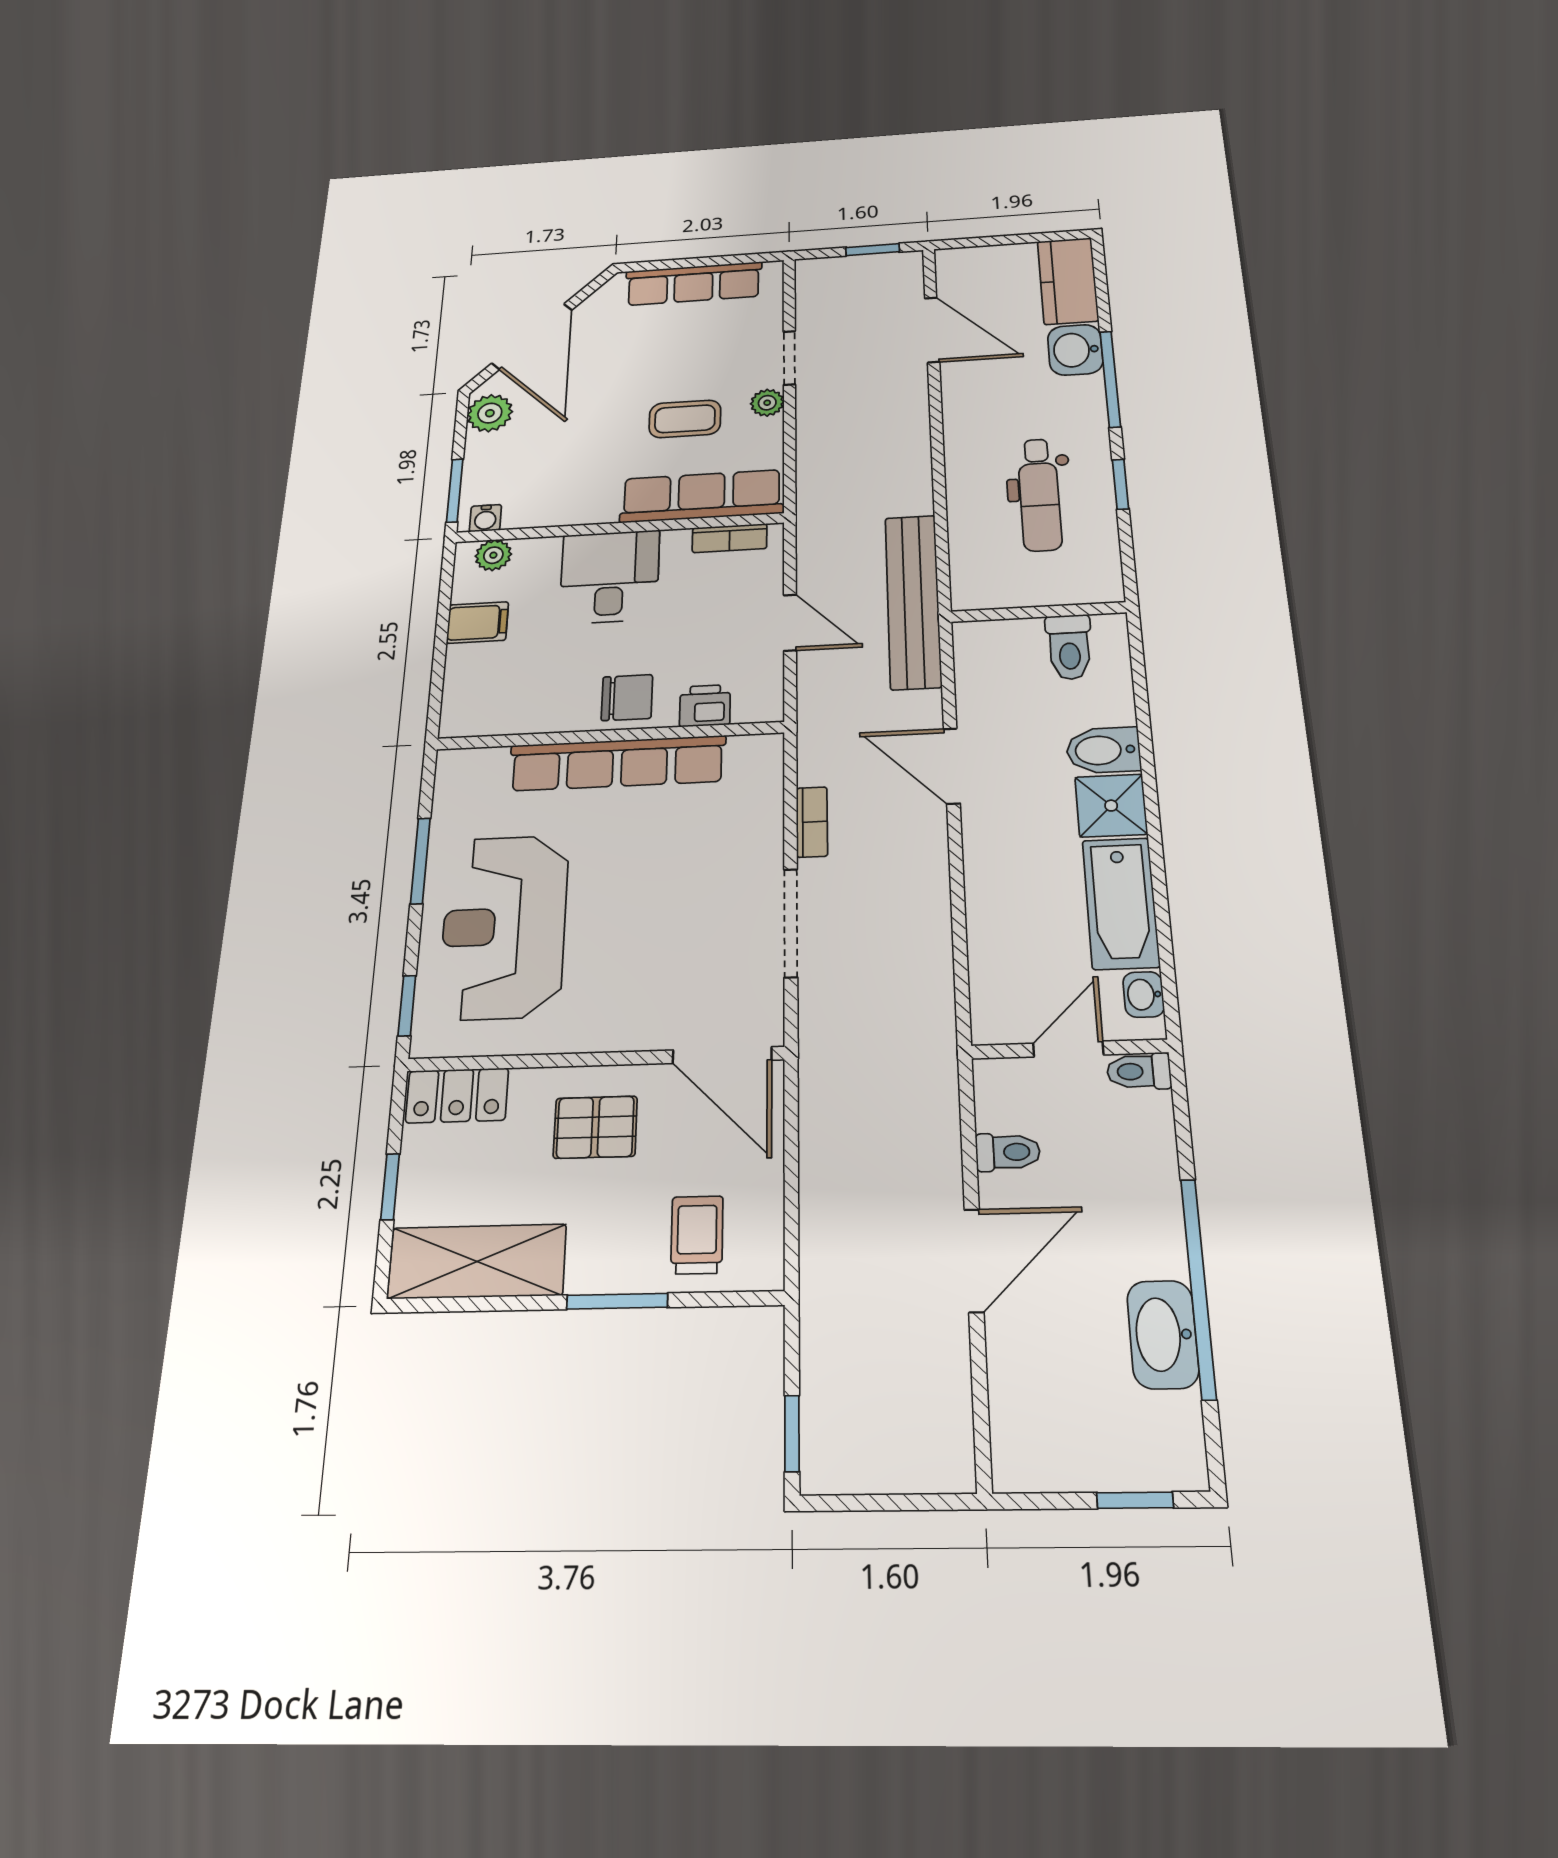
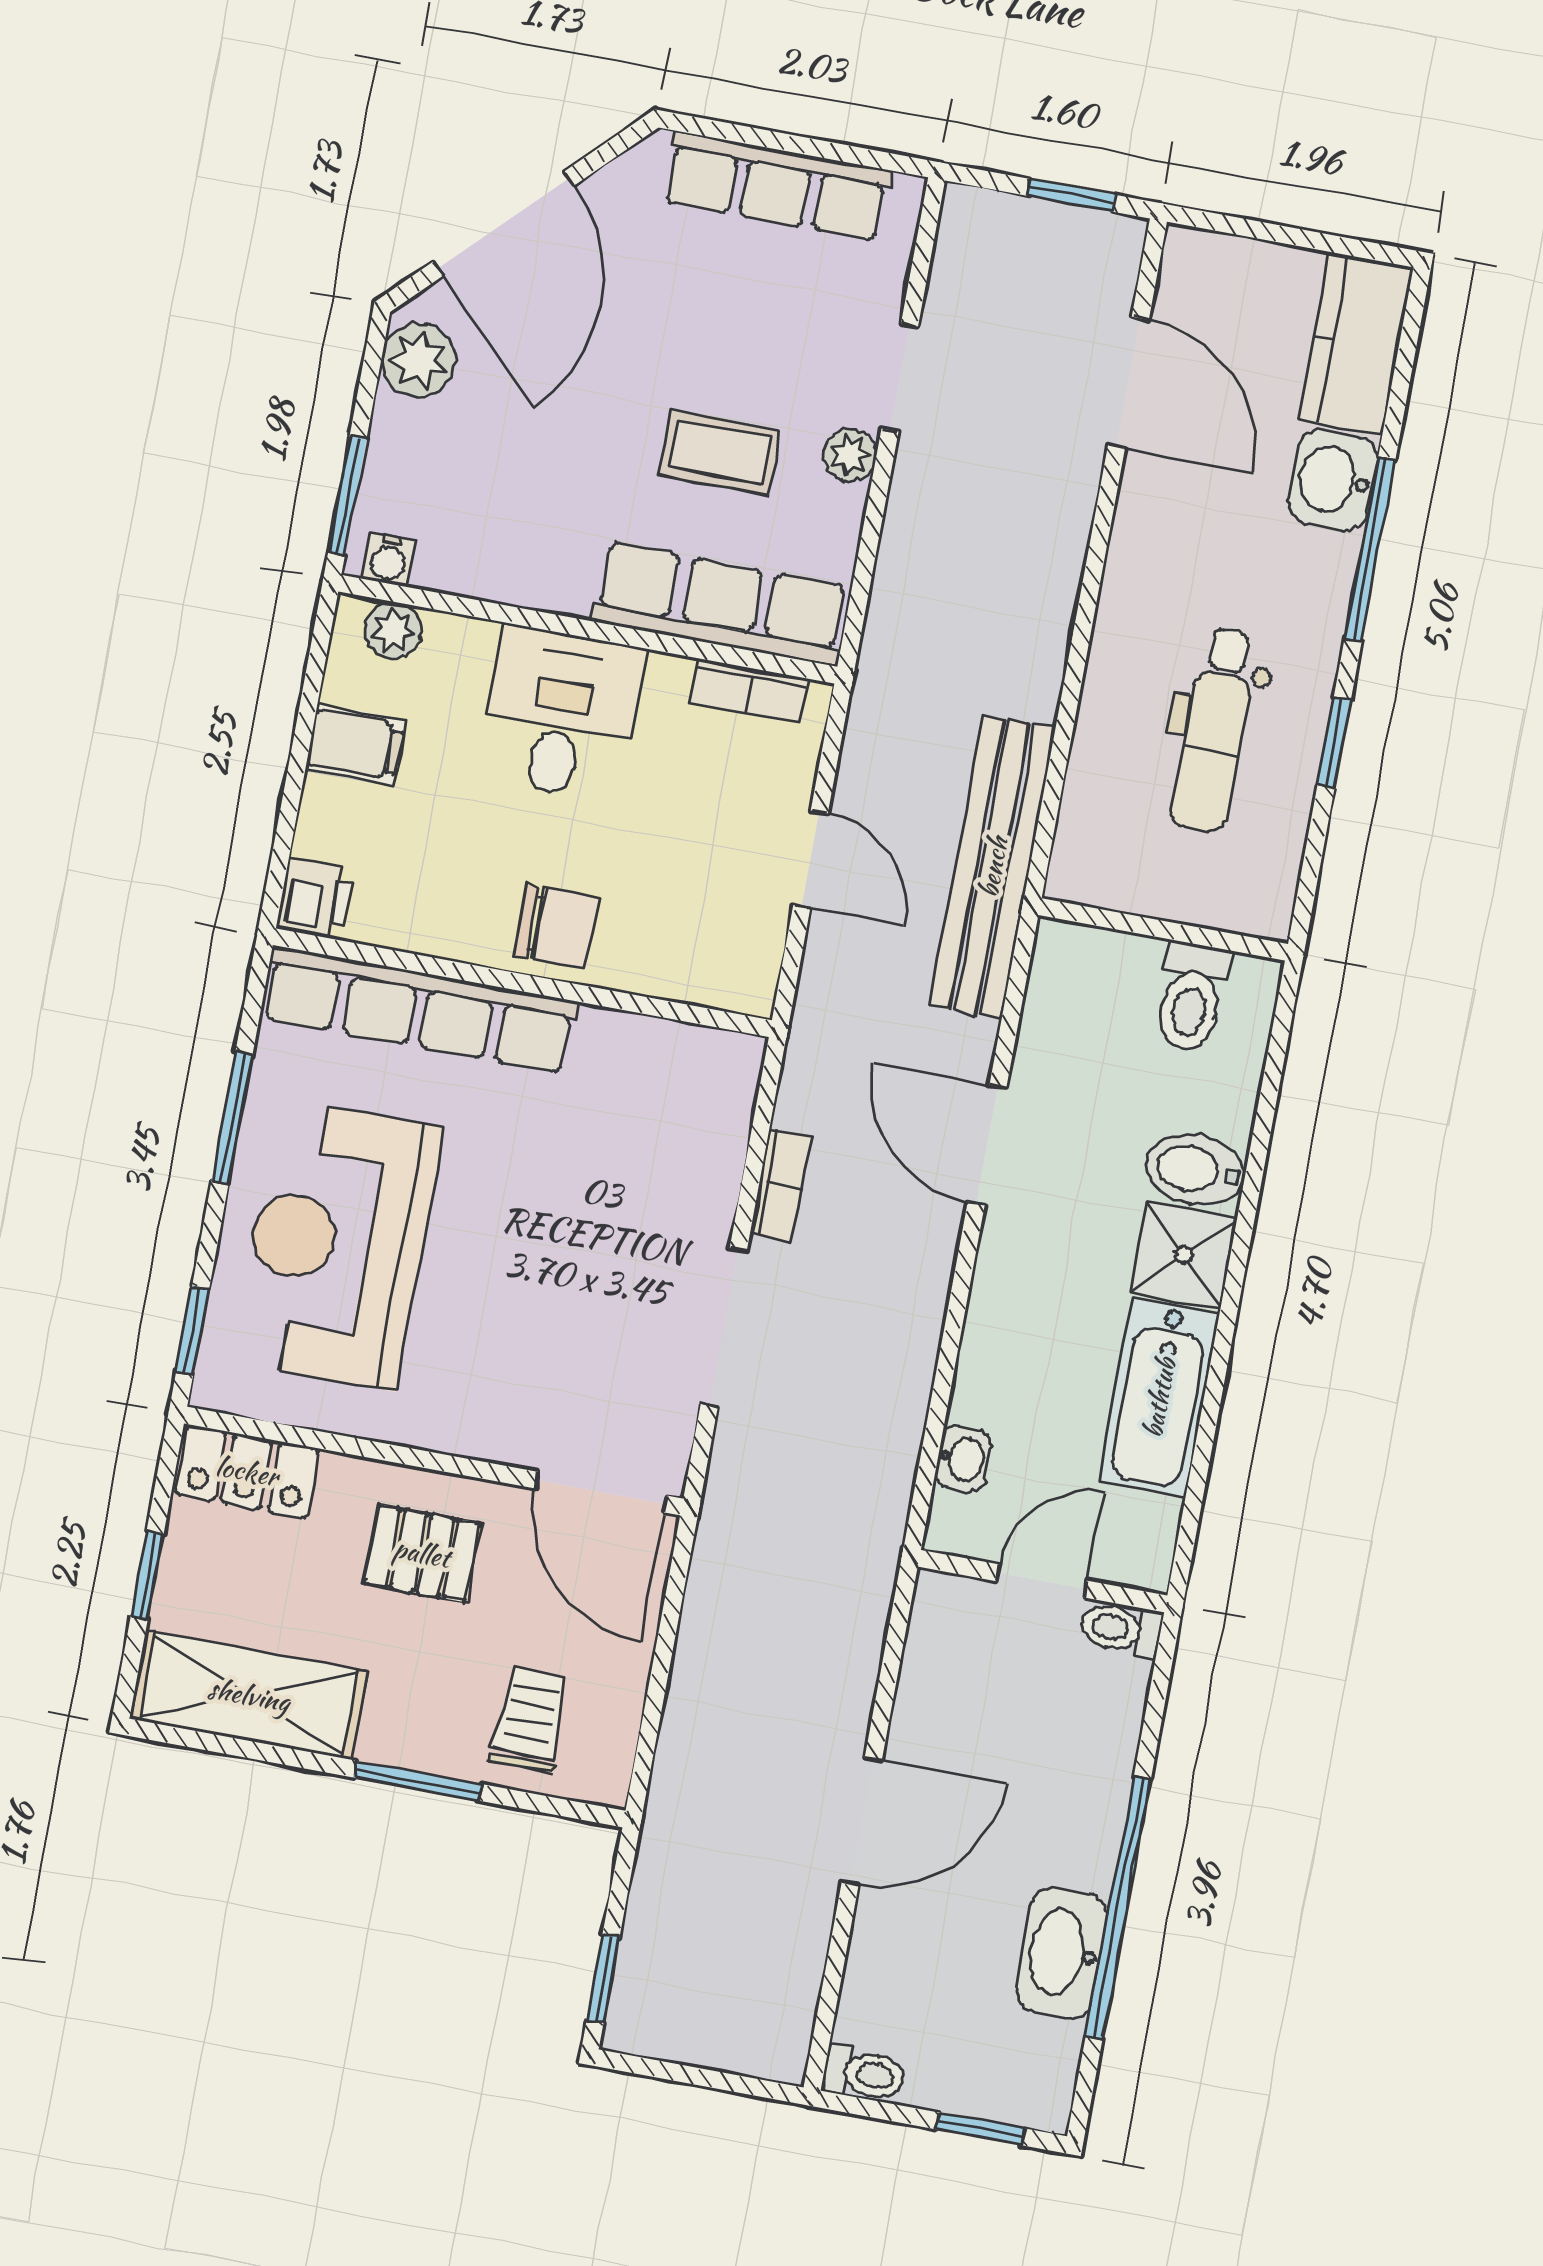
printer: (705, 706) -> (315, 899), moved, turned 90
row of seats: (617, 763) -> (419, 1010), moved
washbasin: (1144, 994) -> (963, 1459), moved, turned 180
toilet: (1008, 1152) -> (864, 2074), moved

